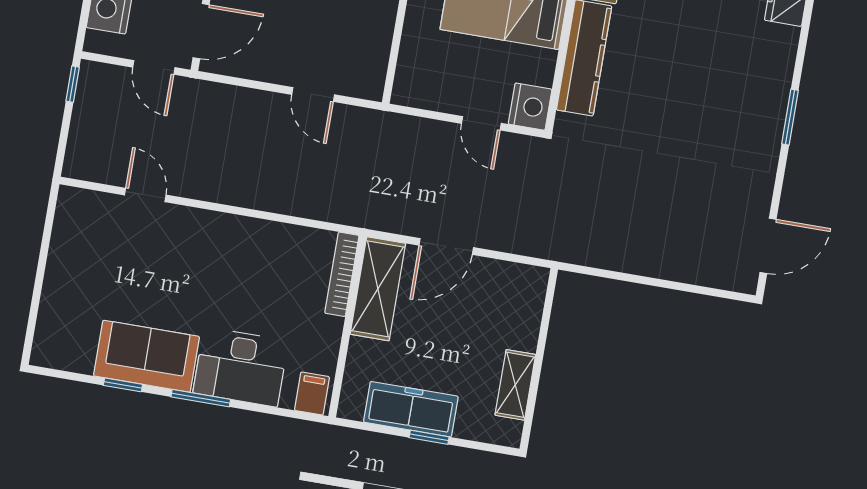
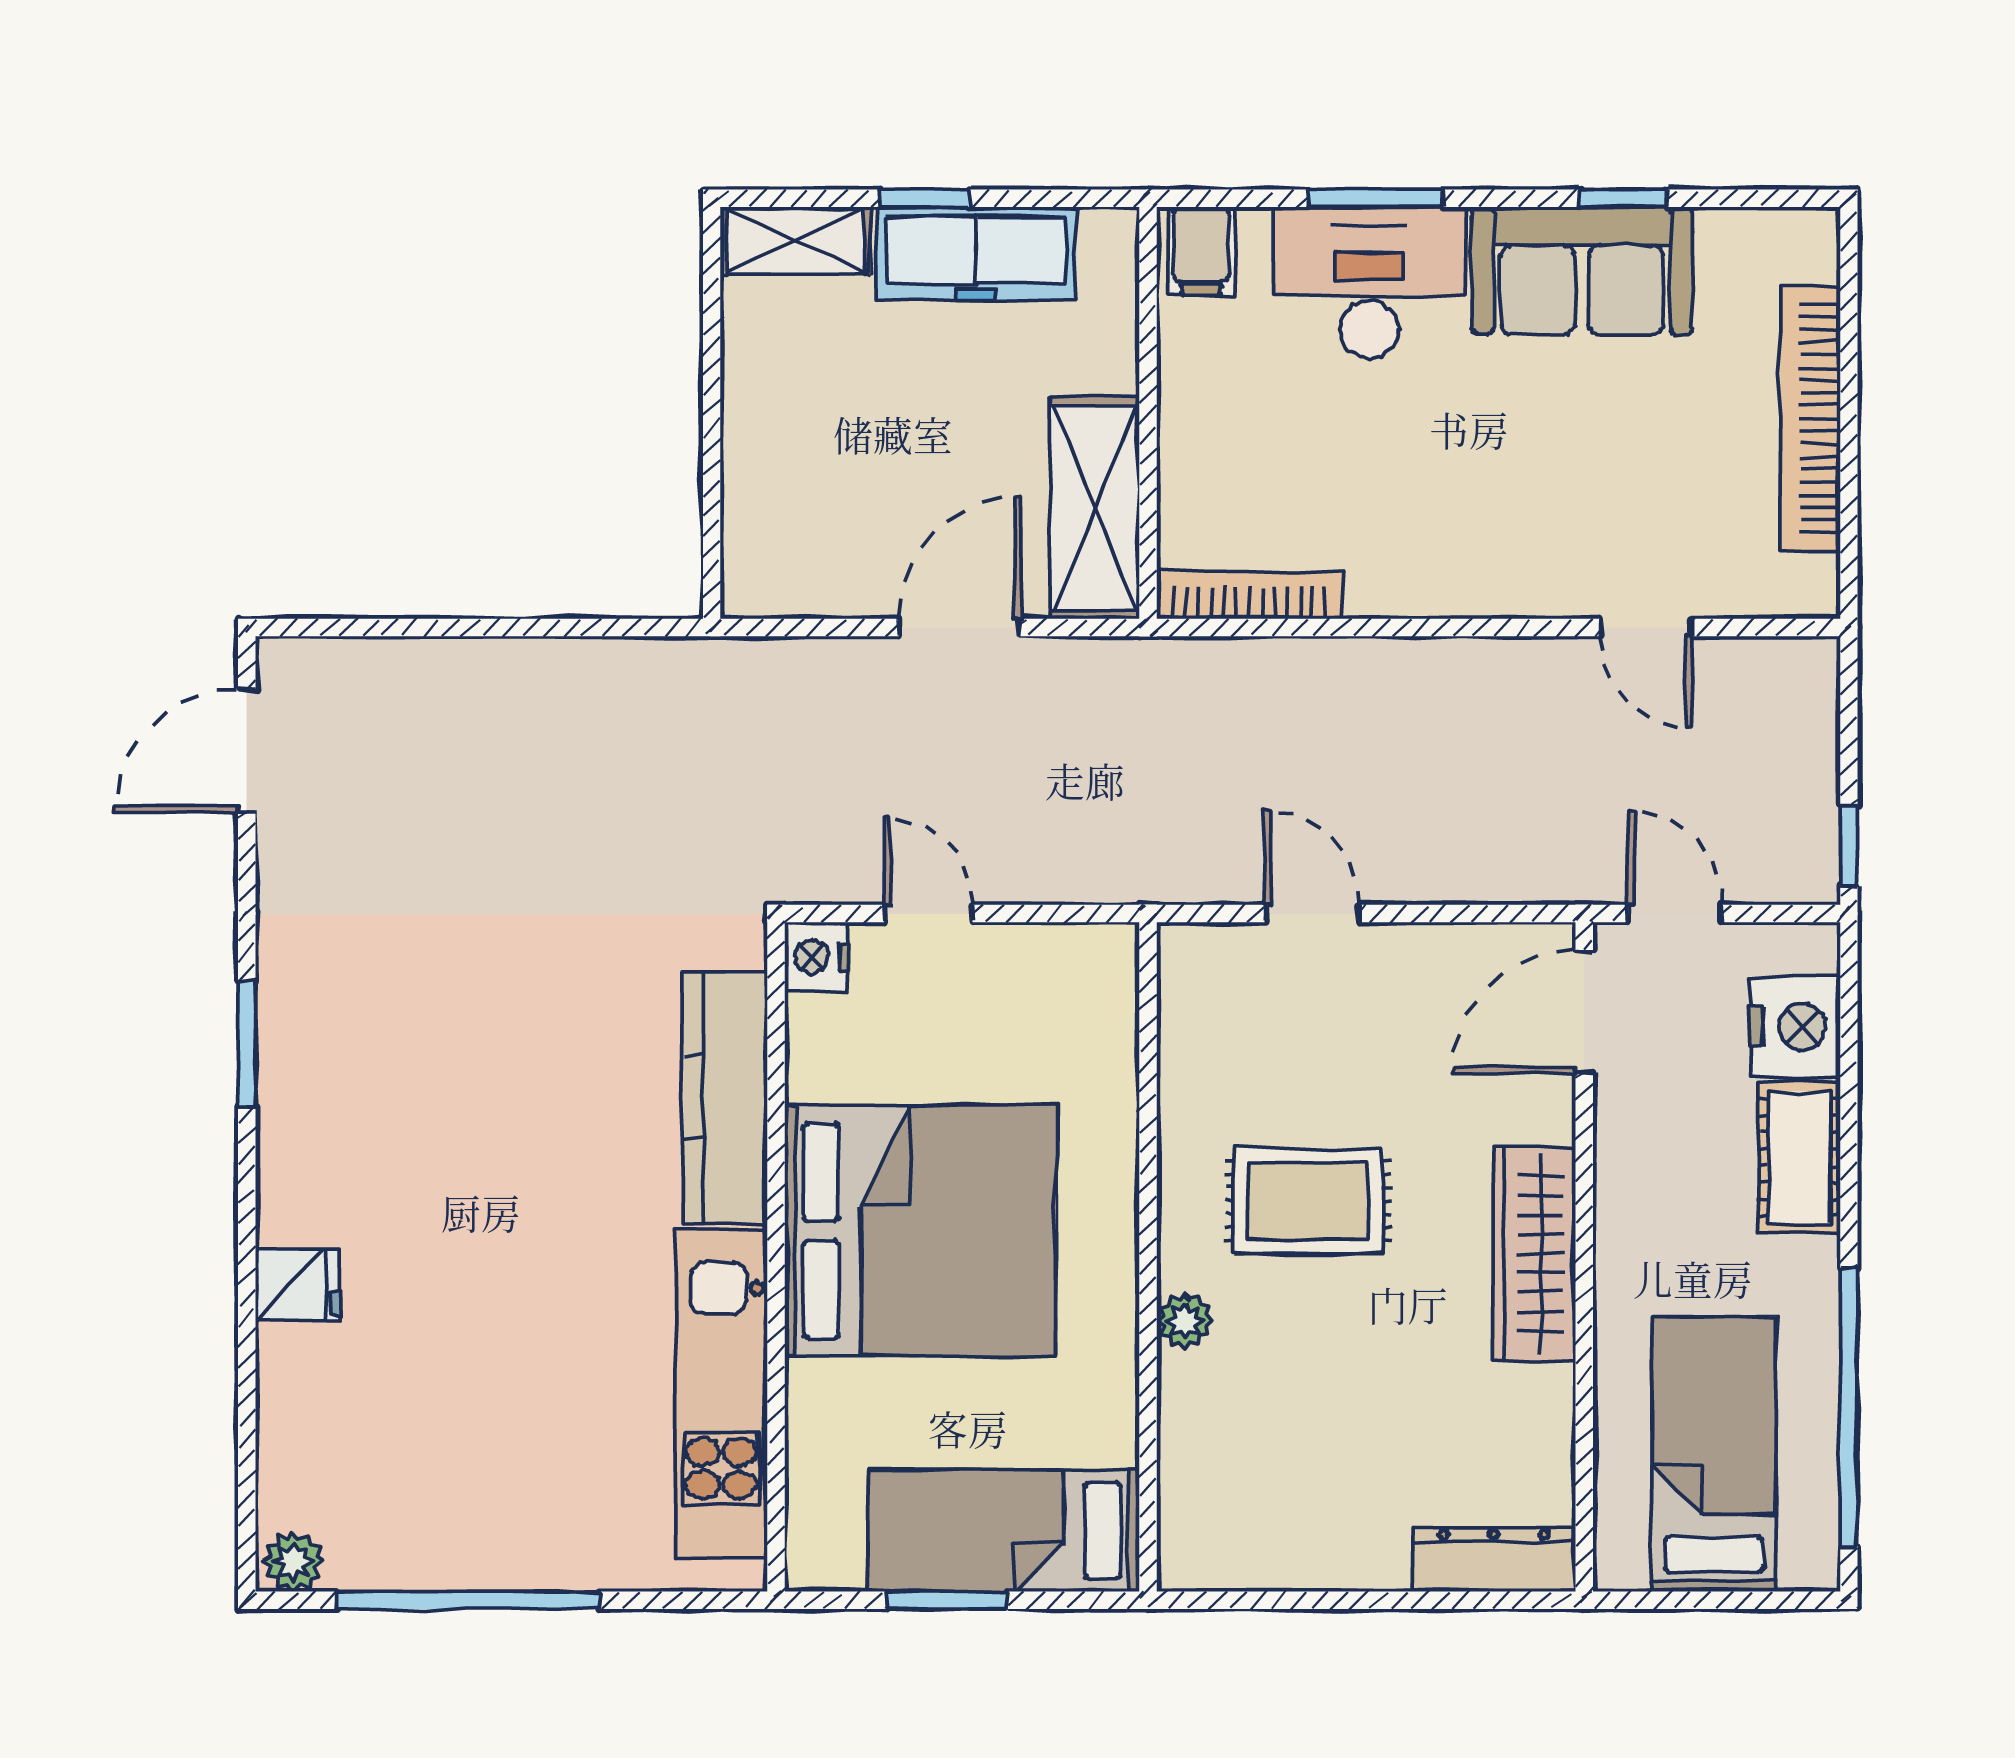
nightstand: (530, 107) -> (816, 957), width x0.74, depth x0.75
bookcase: (57, 274) -> (1810, 418), added
bookcase: (342, 274) -> (1249, 595), moved, turned -90
shelving: (515, 385) -> (795, 241), moved, turned 90
window: (201, 398) -> (1376, 198), moved

